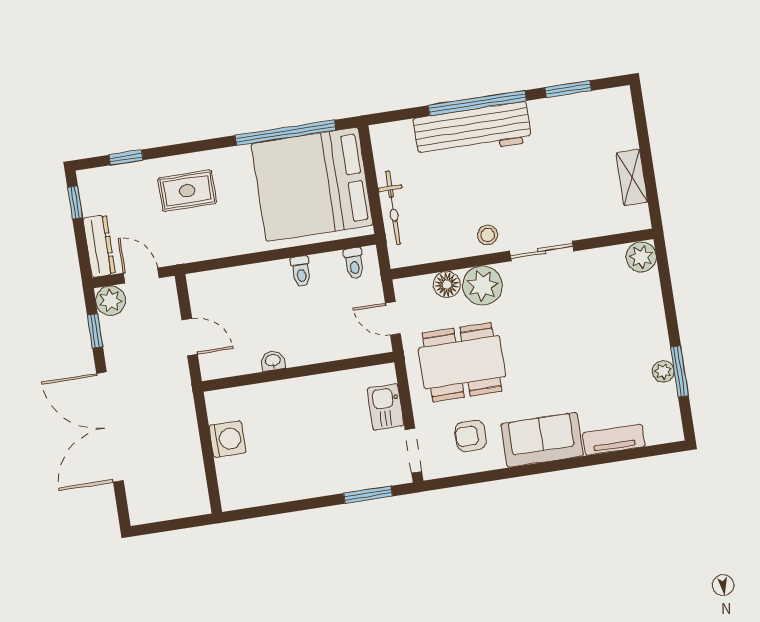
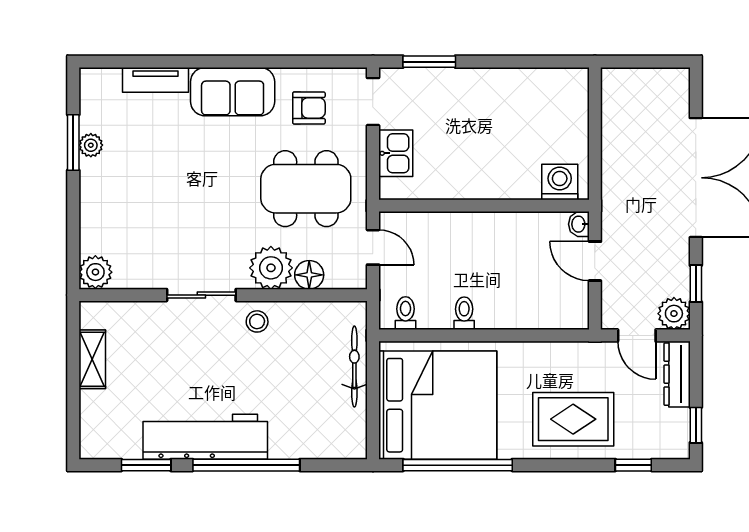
workbench: (472, 130) -> (205, 437), moved
rug: (187, 191) -> (573, 419), width x1.36, depth x1.43
washbasin: (273, 361) -> (579, 224), moved, turned 90
washing machine: (227, 439) -> (560, 182), moved, turned 90

